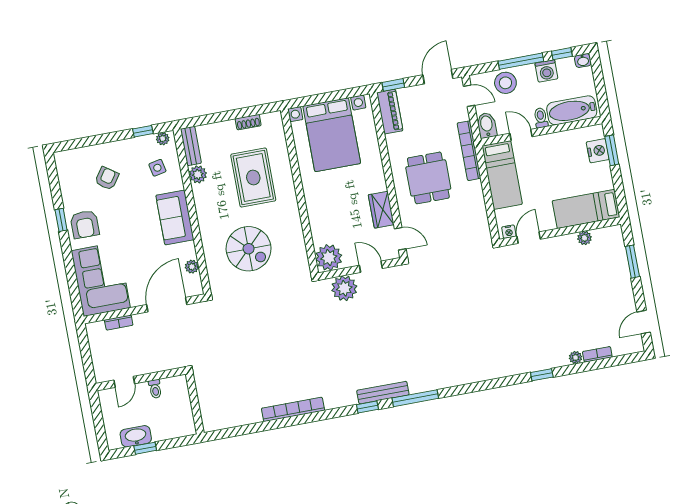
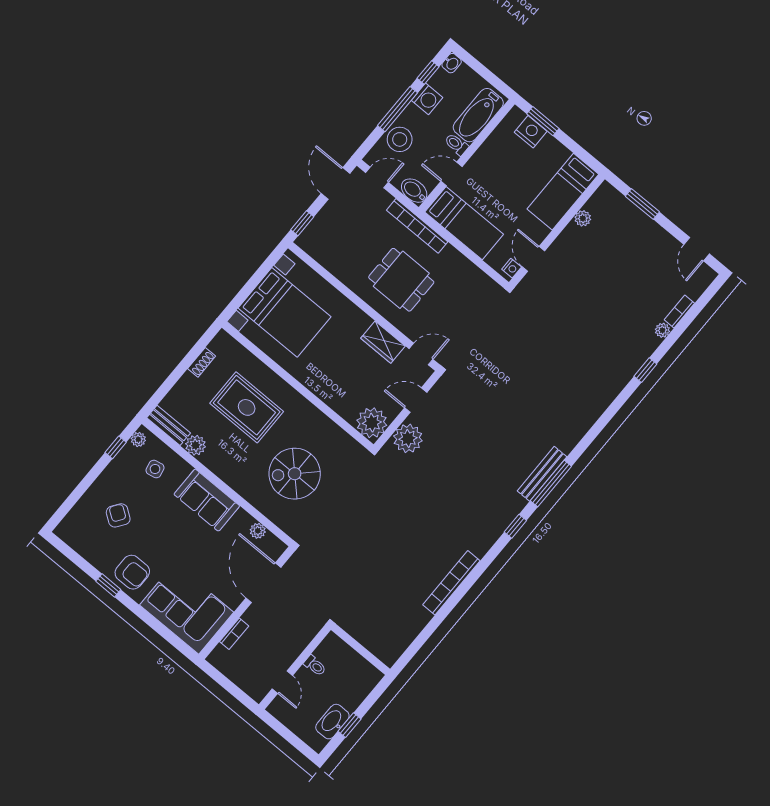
piano: (390, 112) -> (319, 249), removed
spiral stairs: (249, 249) -> (295, 474), turned 180
bench: (383, 393) -> (542, 474), moved

